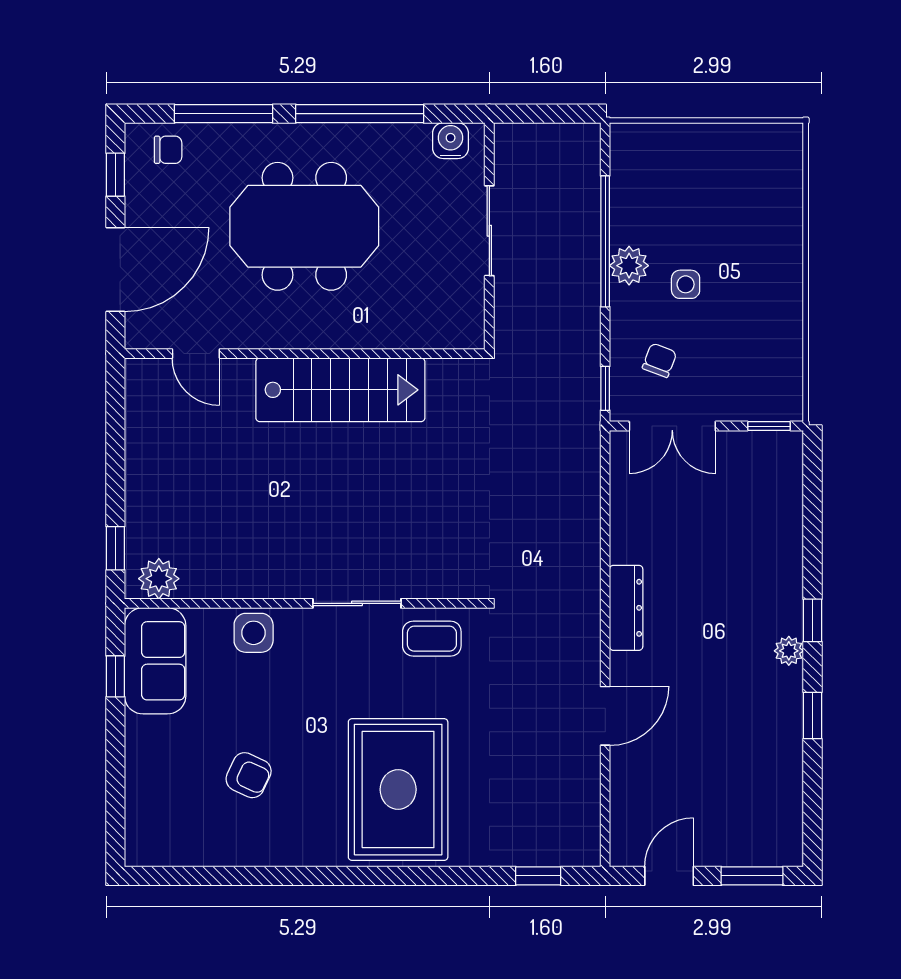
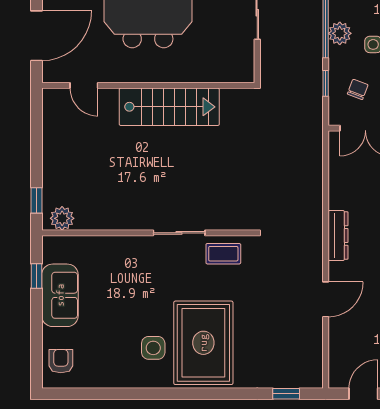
window: (605, 388) -> (326, 83), moved
side table: (254, 633) -> (153, 348), moved
sofa: (155, 661) -> (60, 295), moved
armchair: (249, 775) -> (61, 361), moved, turned -115

